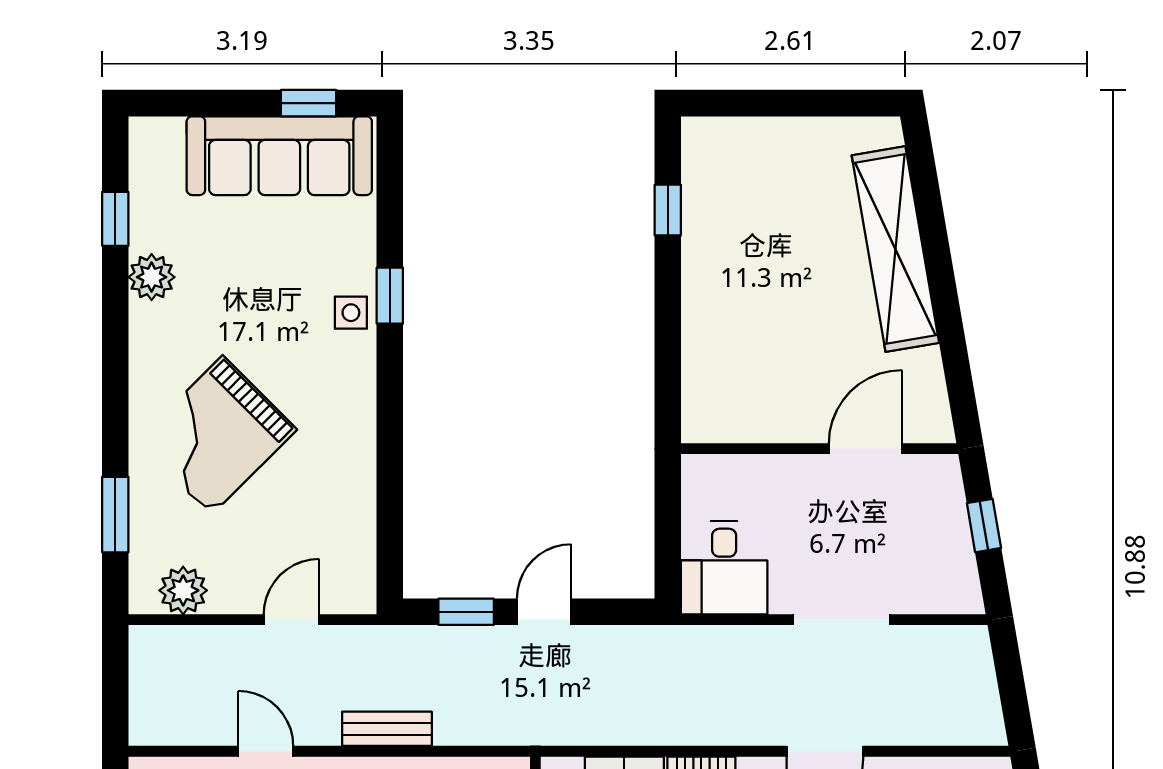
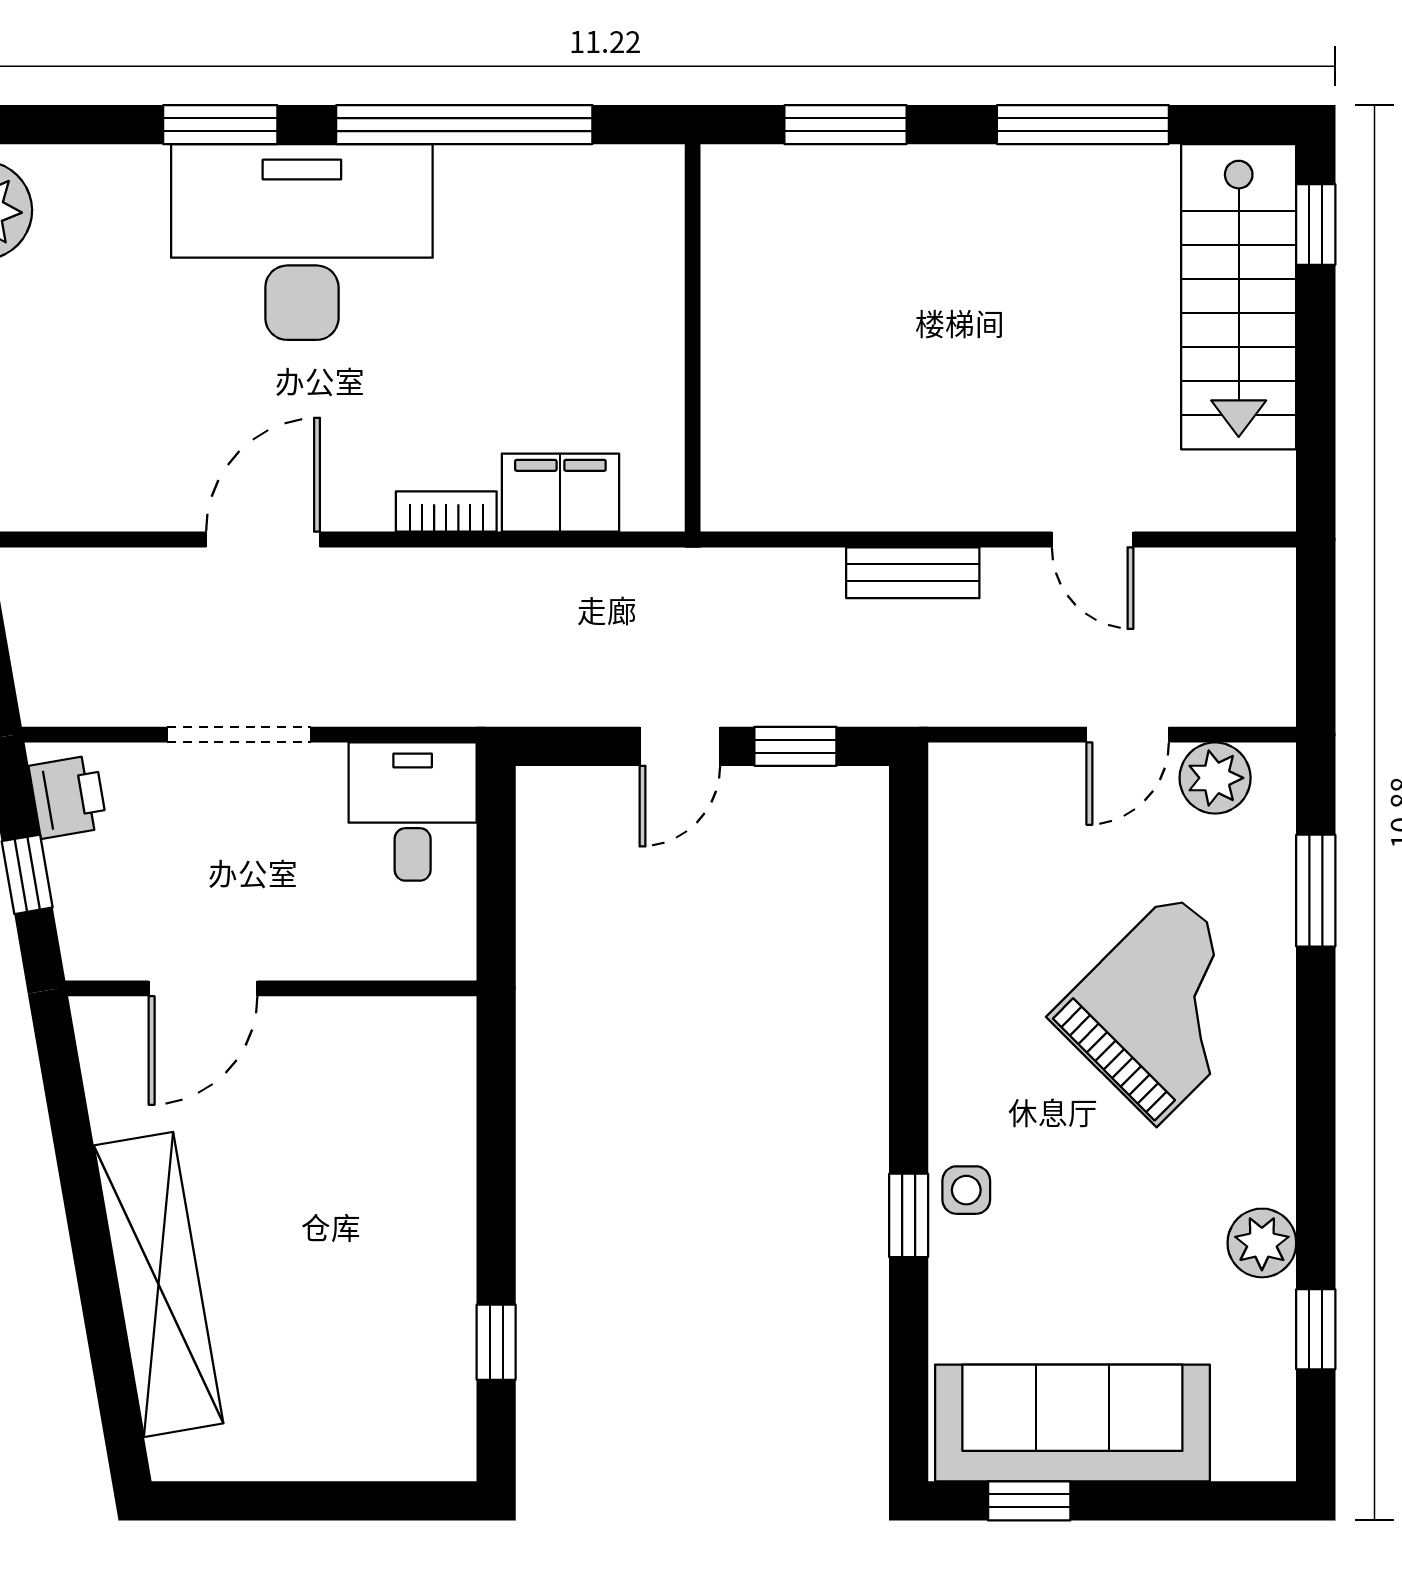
printer: (956, 578) -> (68, 797), added
door: (291, 620) -> (1128, 735), moved

